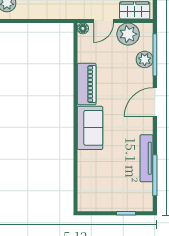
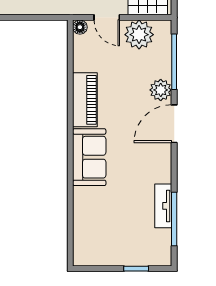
door: (103, 21) -> (107, 17), hinge flipped
plant: (145, 59) -> (161, 90), moved
tv unit: (147, 158) -> (163, 206), width x0.71

